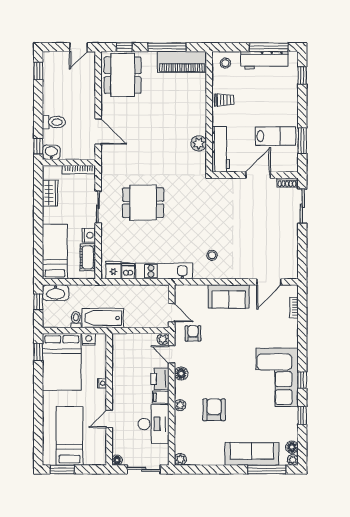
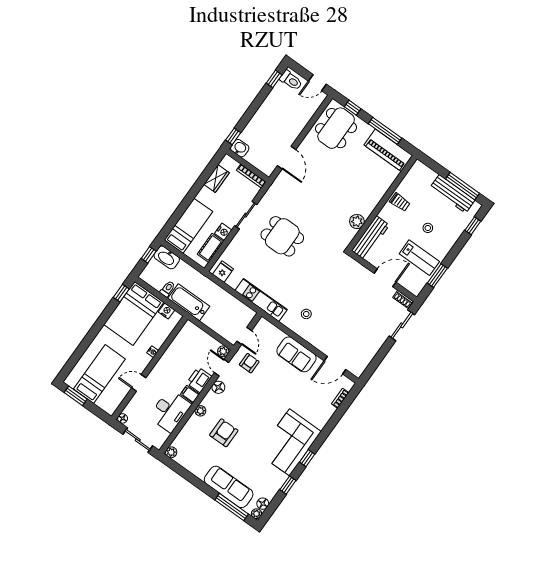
stool: (225, 63) -> (428, 228), moved
toilet: (54, 122) -> (291, 80), moved
dishwasher: (128, 271) -> (234, 280), removed

